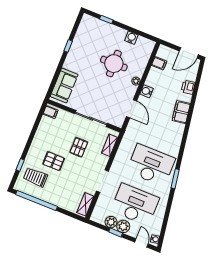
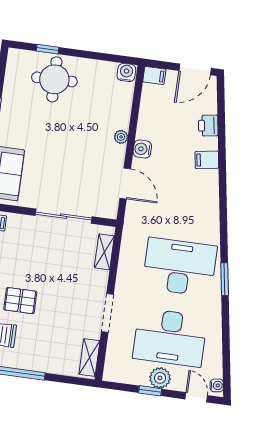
water cooler: (131, 38) -> (126, 72), moved
filing cabinet: (159, 63) -> (154, 75), moved
round table: (114, 64) -> (54, 79), moved
filing cabinet: (181, 112) -> (207, 160), width x0.50
pallet: (79, 147) -> (55, 268), removed
desk: (135, 204) -> (170, 337), turned 180
plant: (111, 222) -> (138, 376), removed

